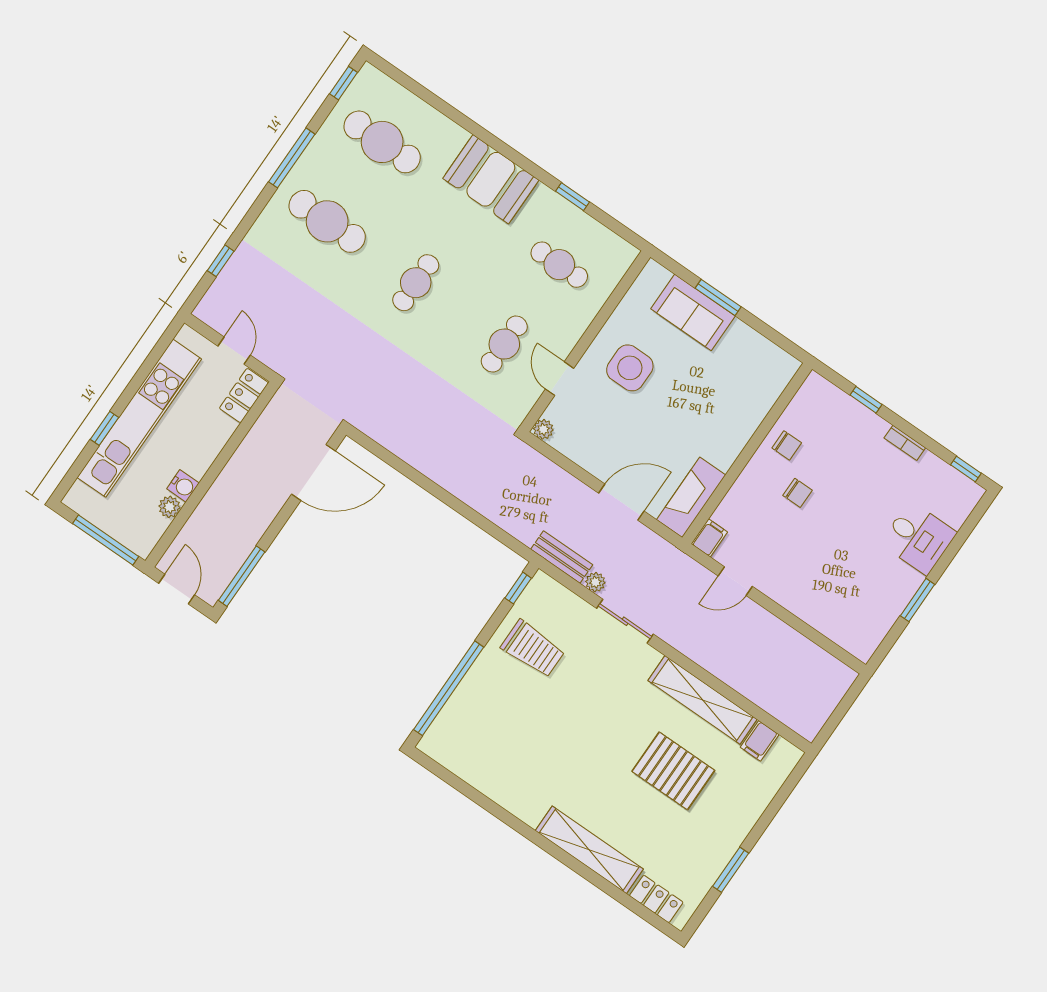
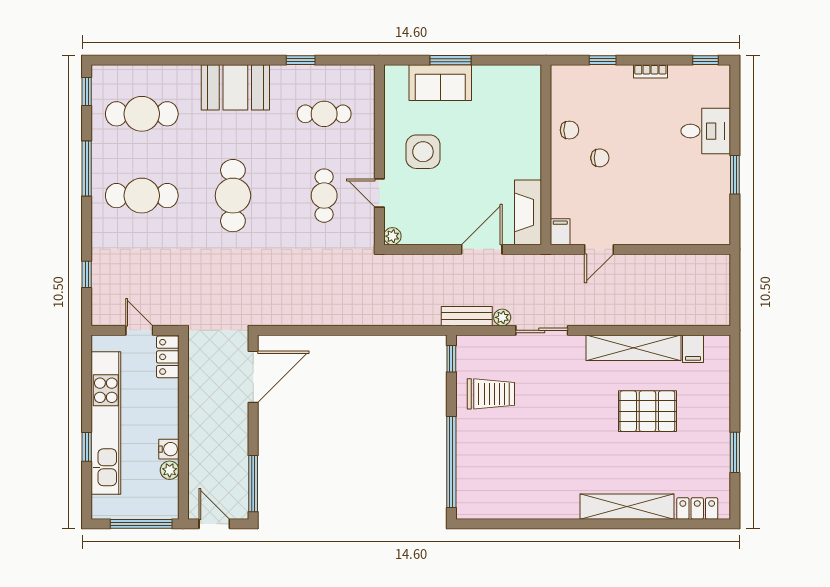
cafe table: (416, 283) -> (233, 196), width x1.37, depth x1.35

